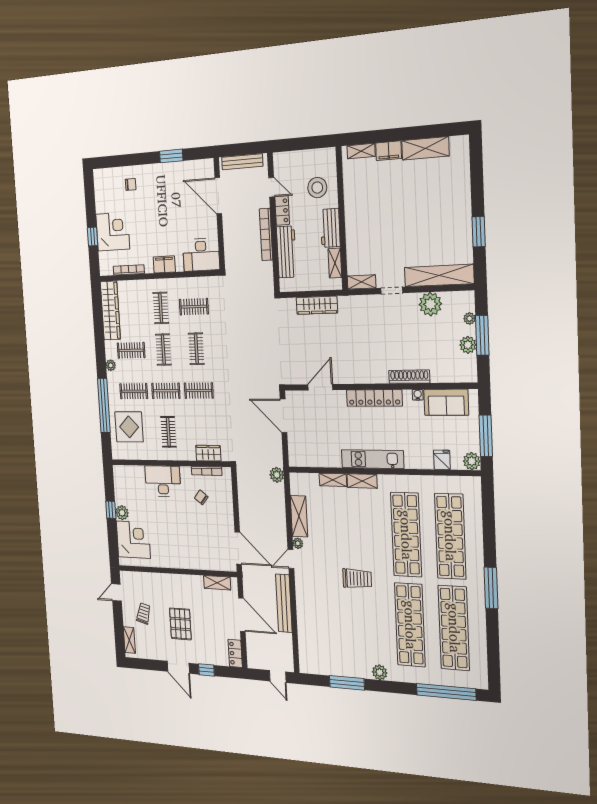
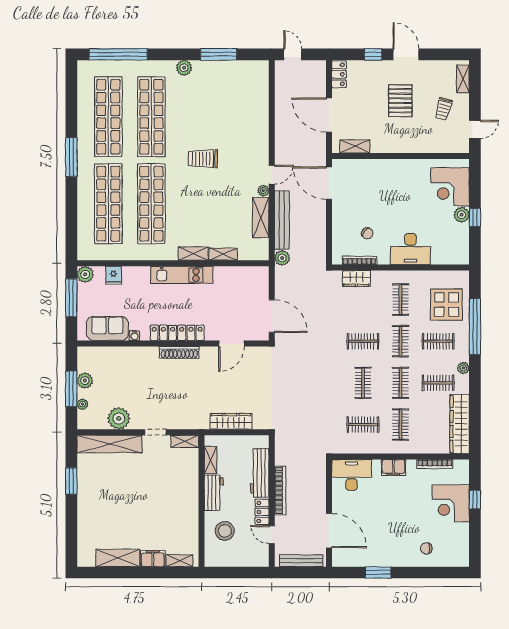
shoe rack: (409, 377) -> (179, 352), moved
clothes rail: (166, 391) -> (401, 341), turned 90
bench: (284, 603) -> (282, 220), moved

